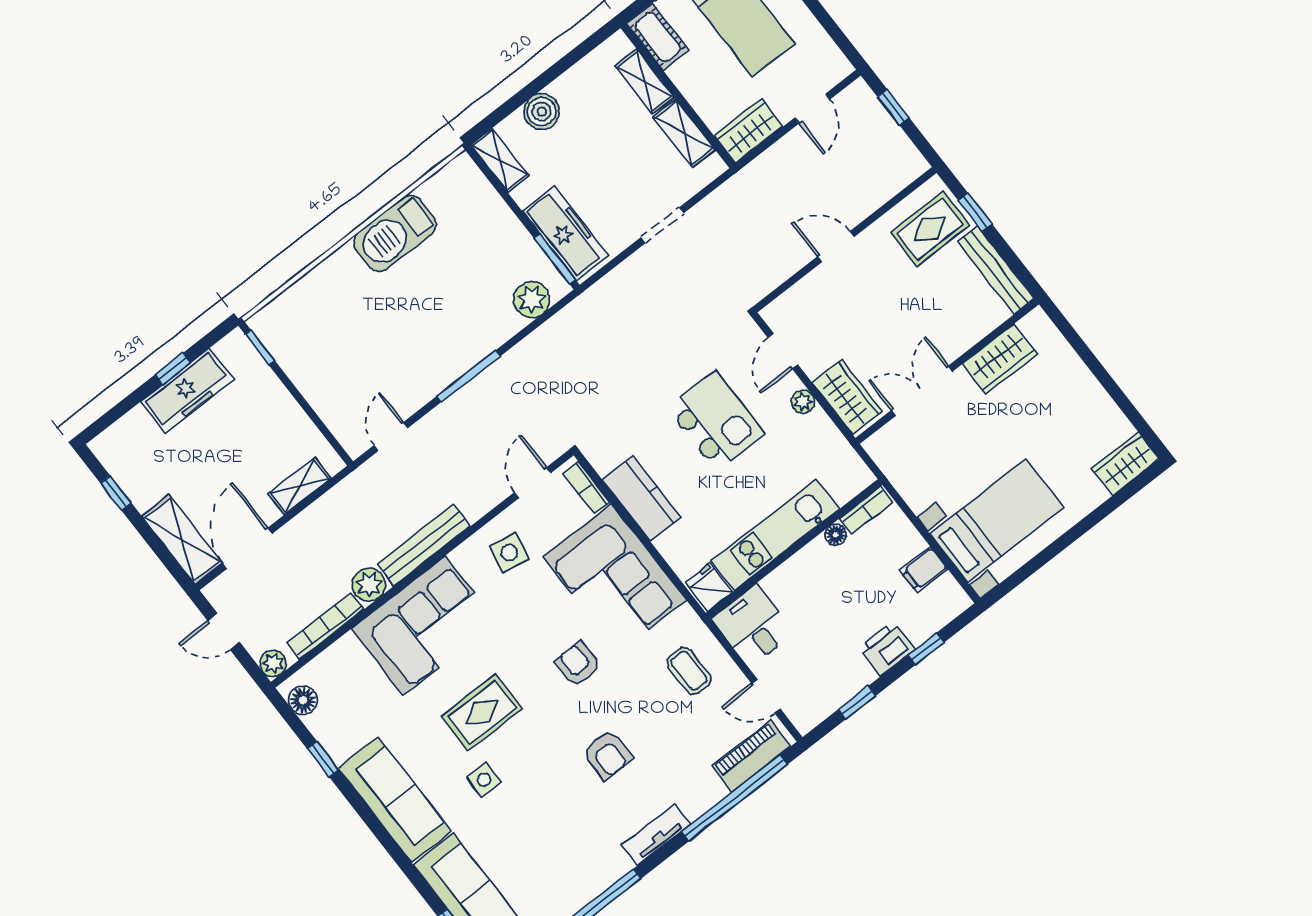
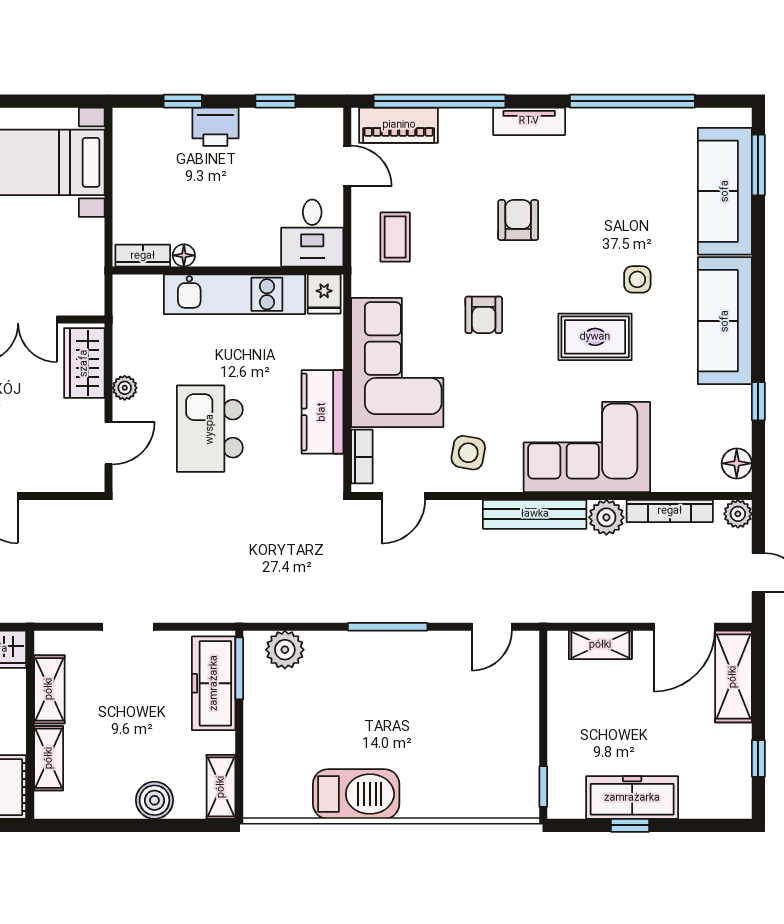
filing cabinet: (924, 570) -> (133, 169), removed

